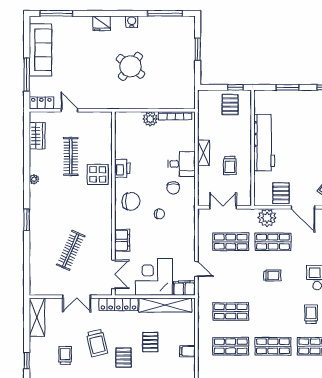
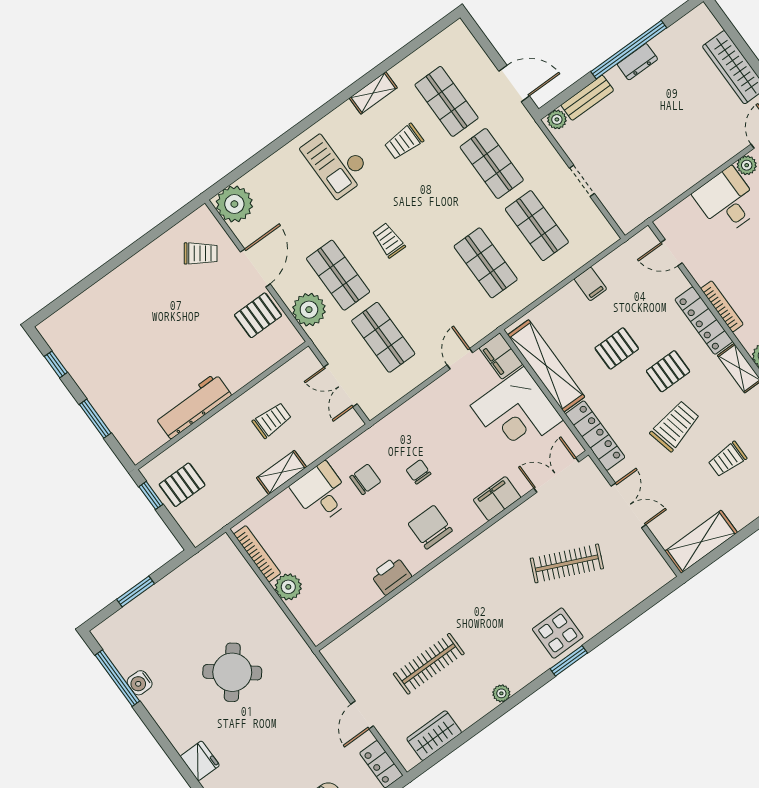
water cooler: (132, 22) -> (140, 683), moved
workbench: (264, 143) -> (193, 406), width x0.73, depth x0.76
display table: (98, 174) -> (558, 633), moved

